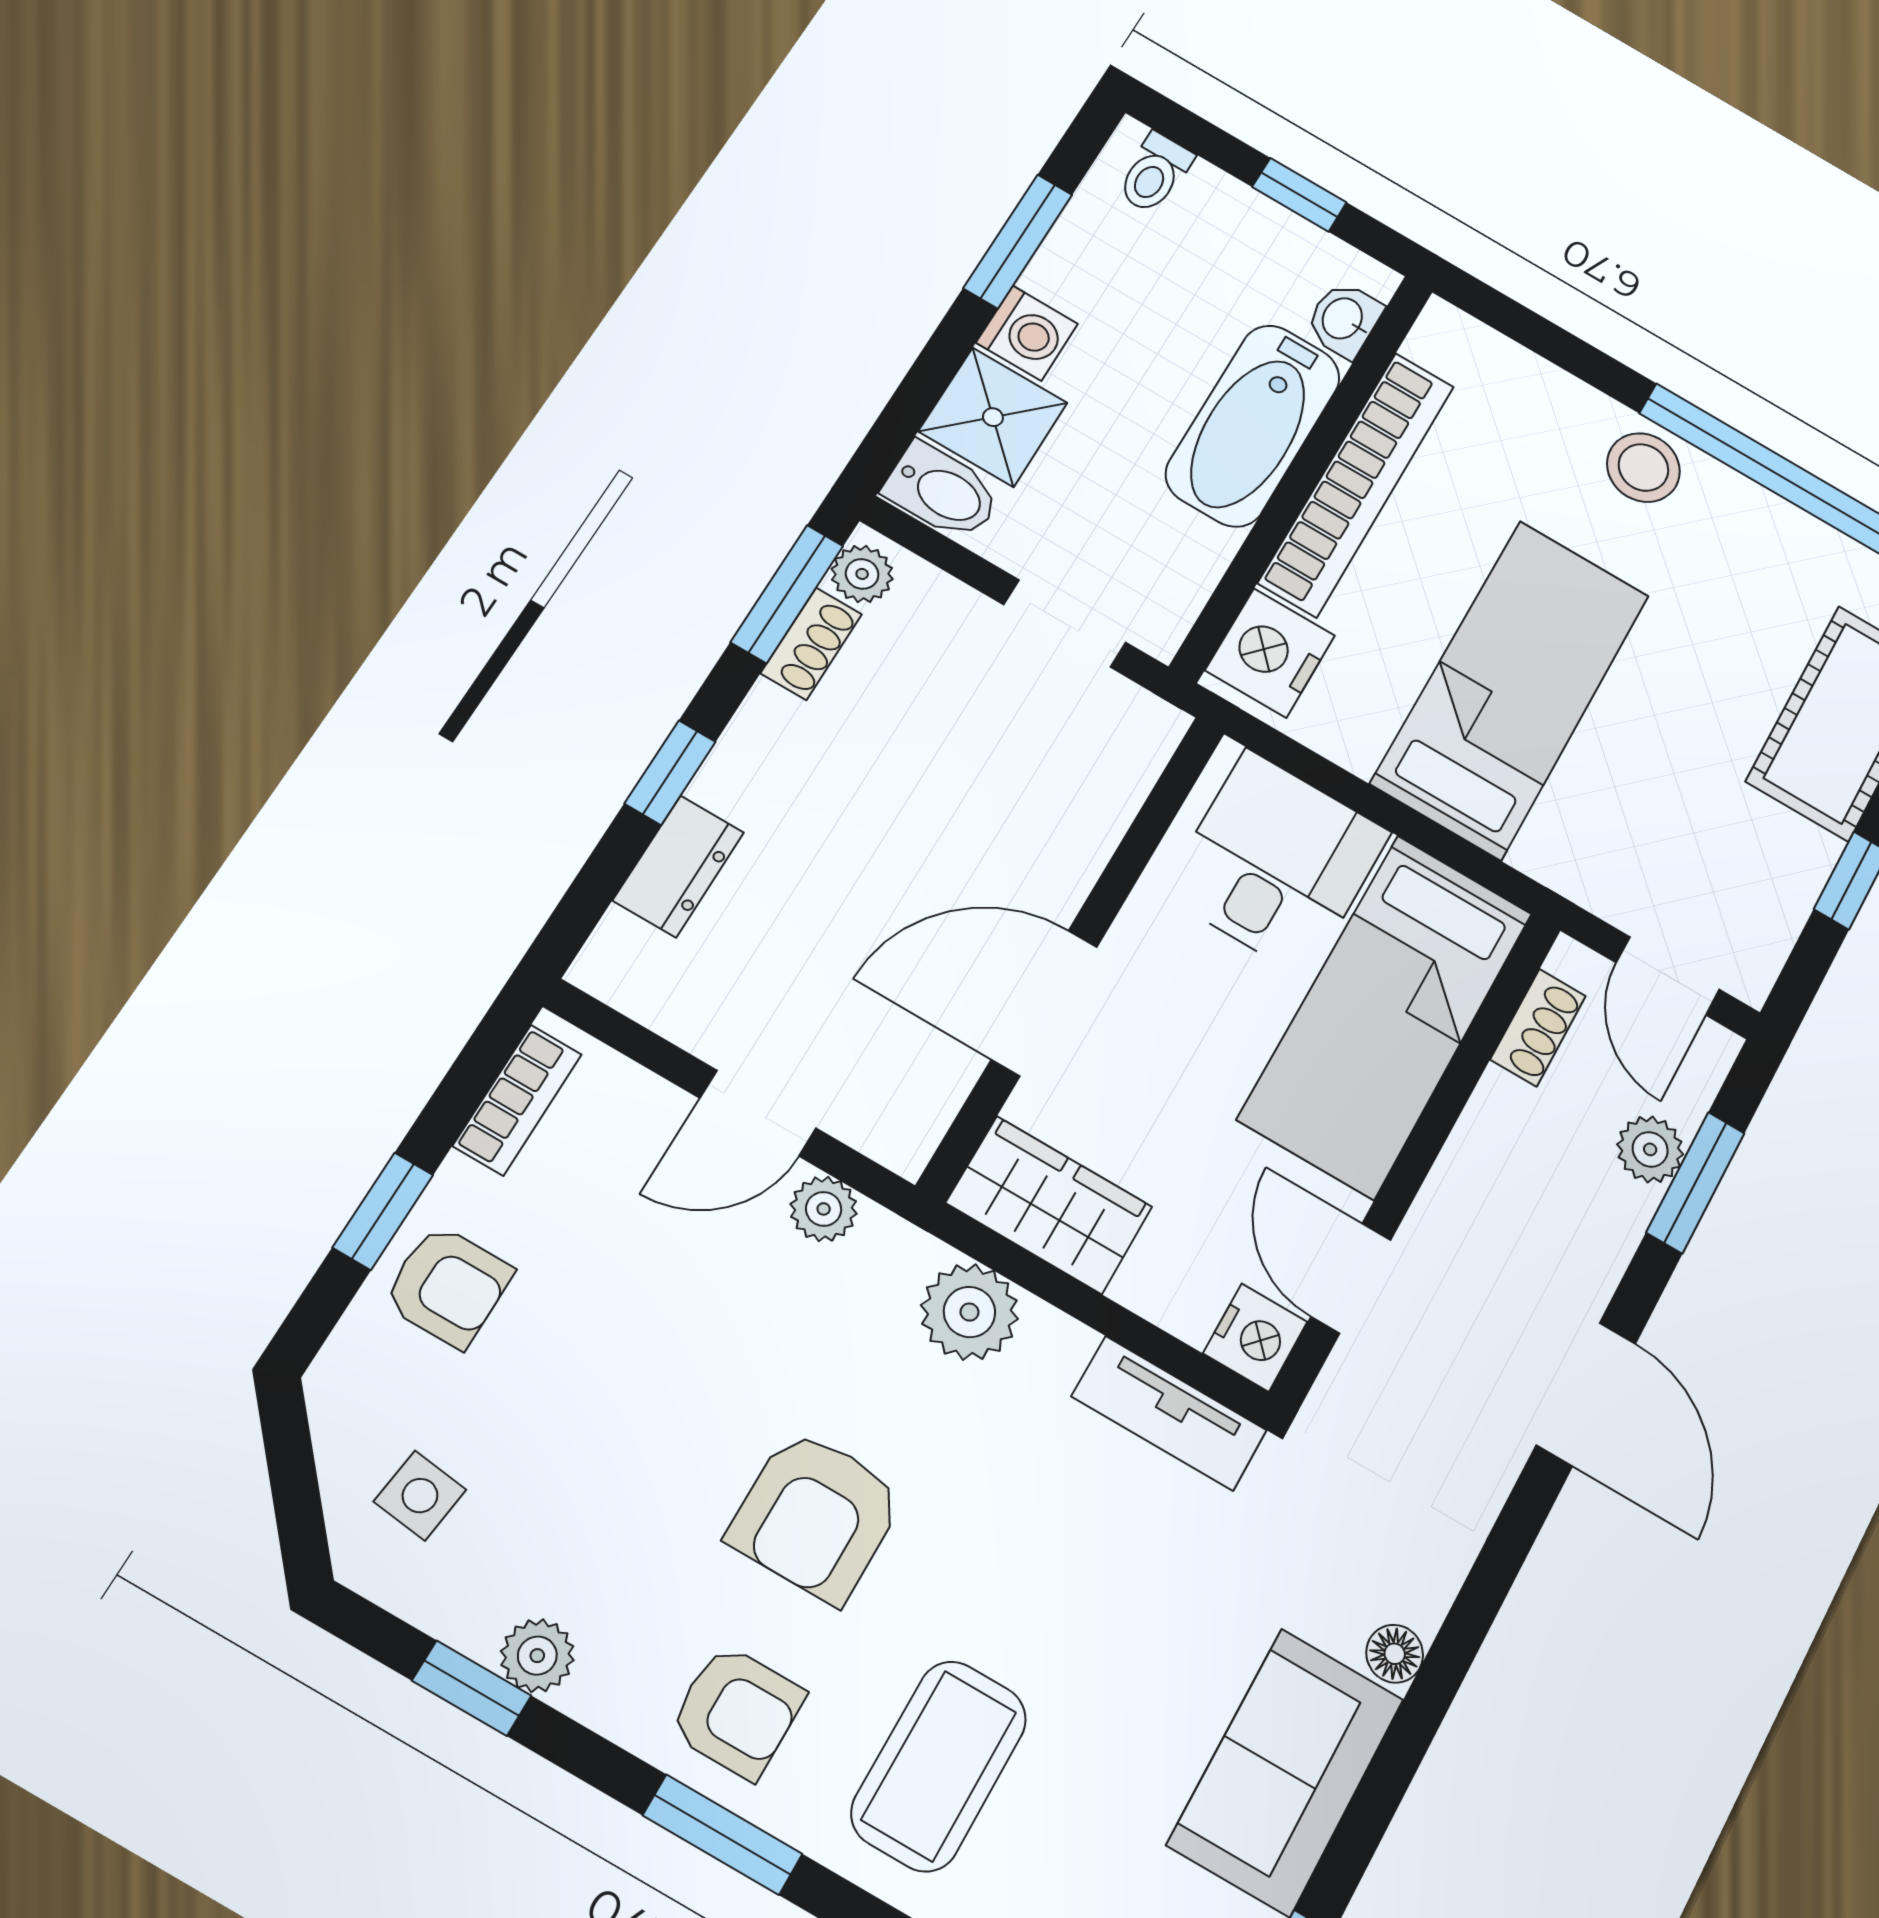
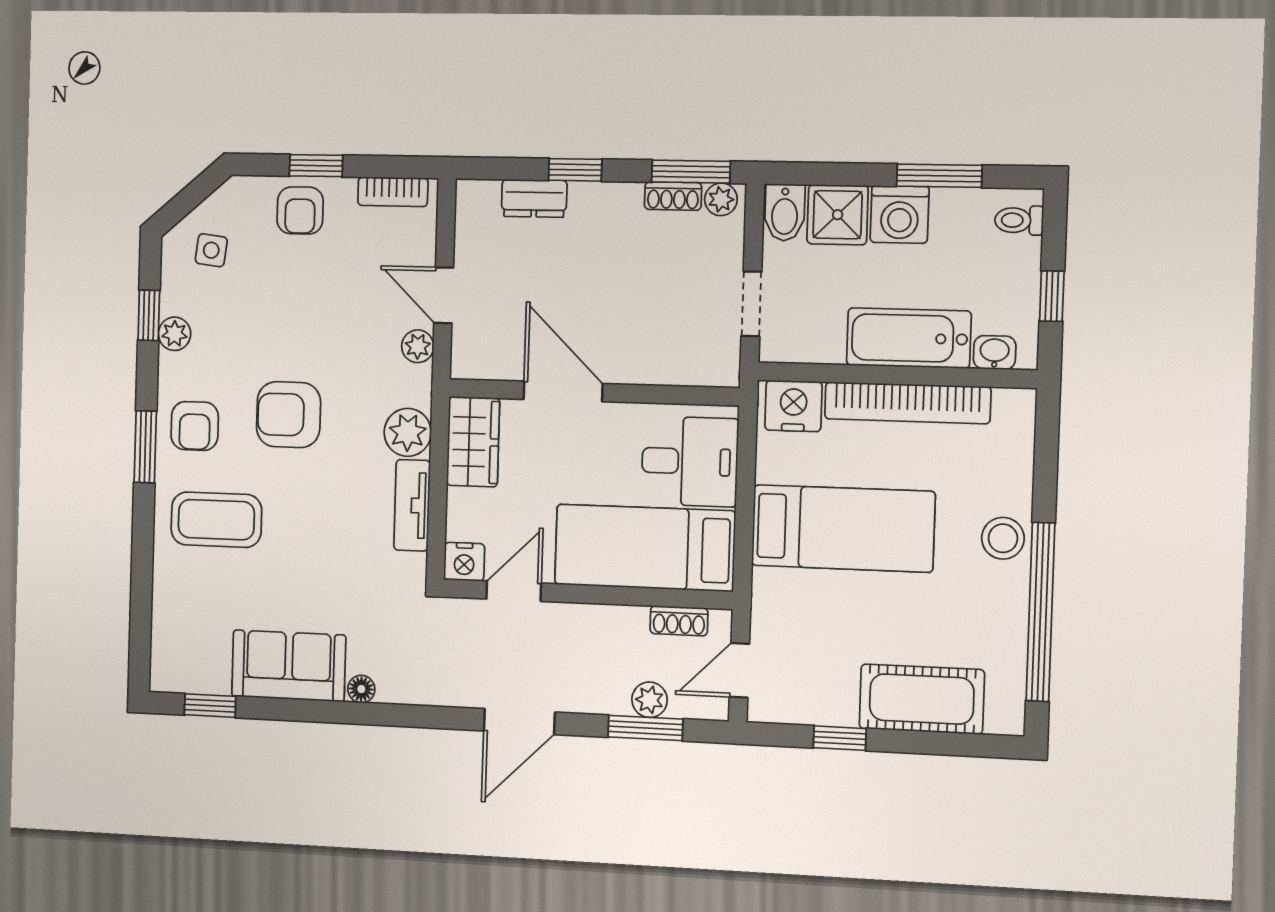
washing machine: (1027, 333) -> (900, 214), width x1.38, depth x1.38
tv unit: (1169, 1413) -> (412, 505), moved

